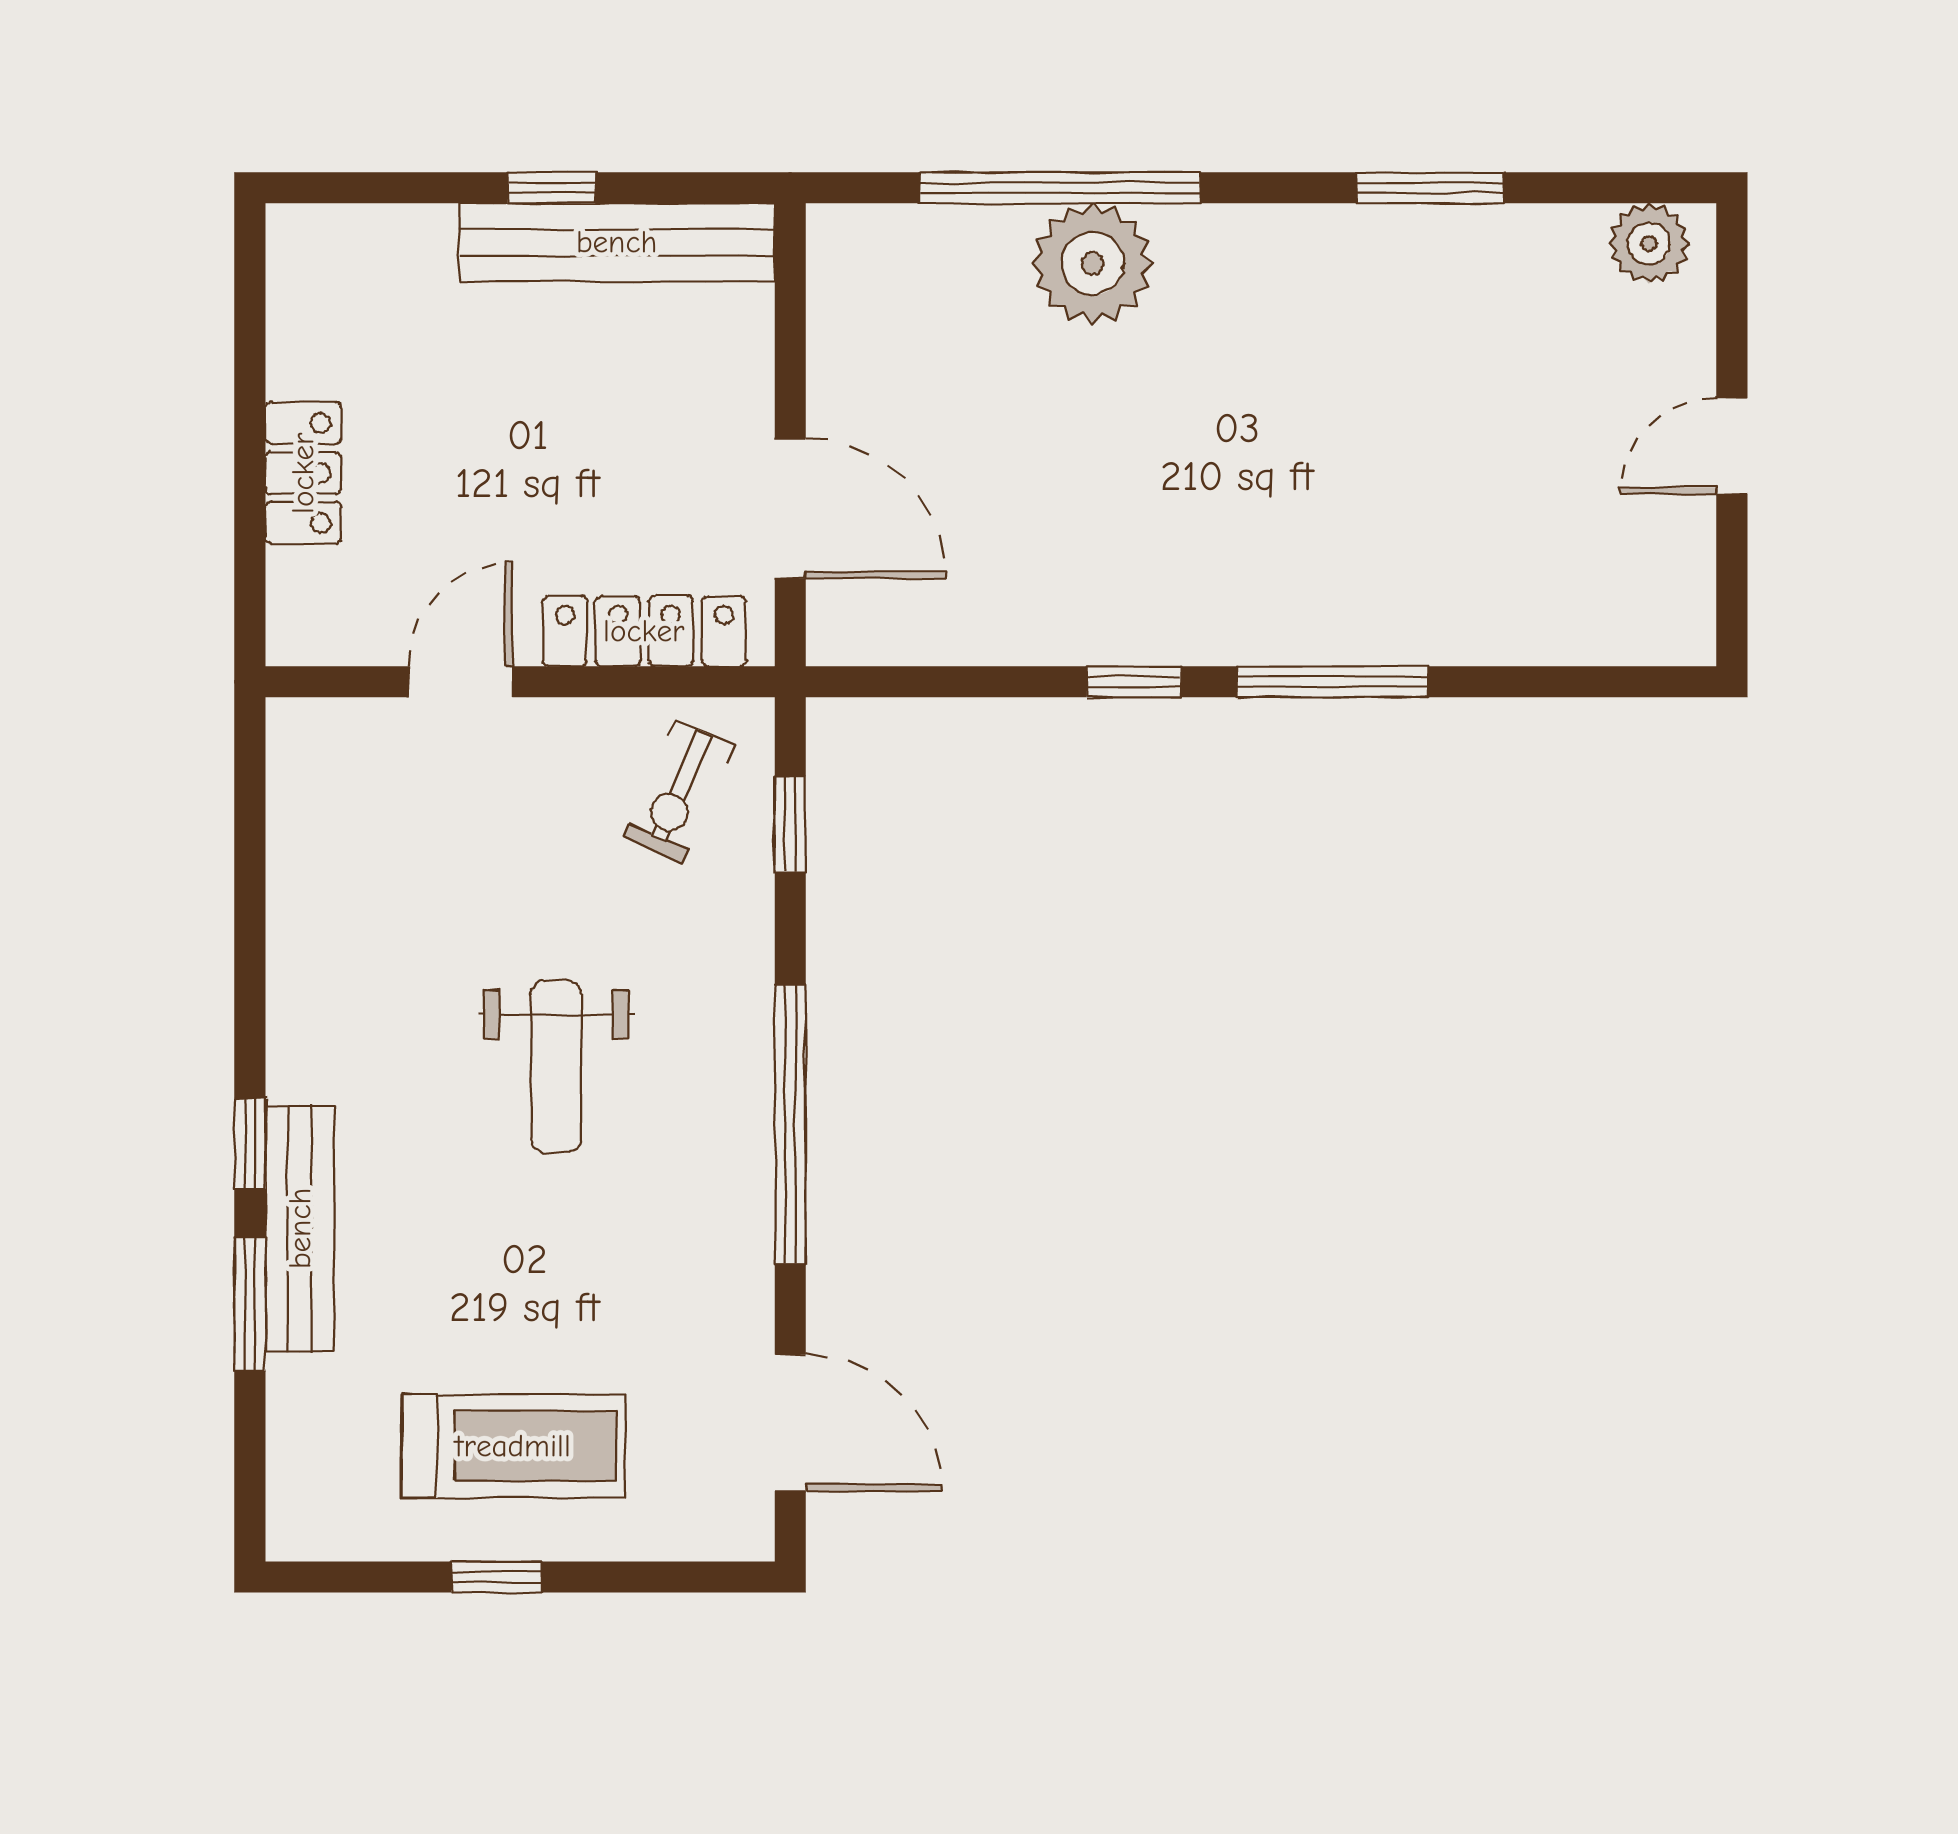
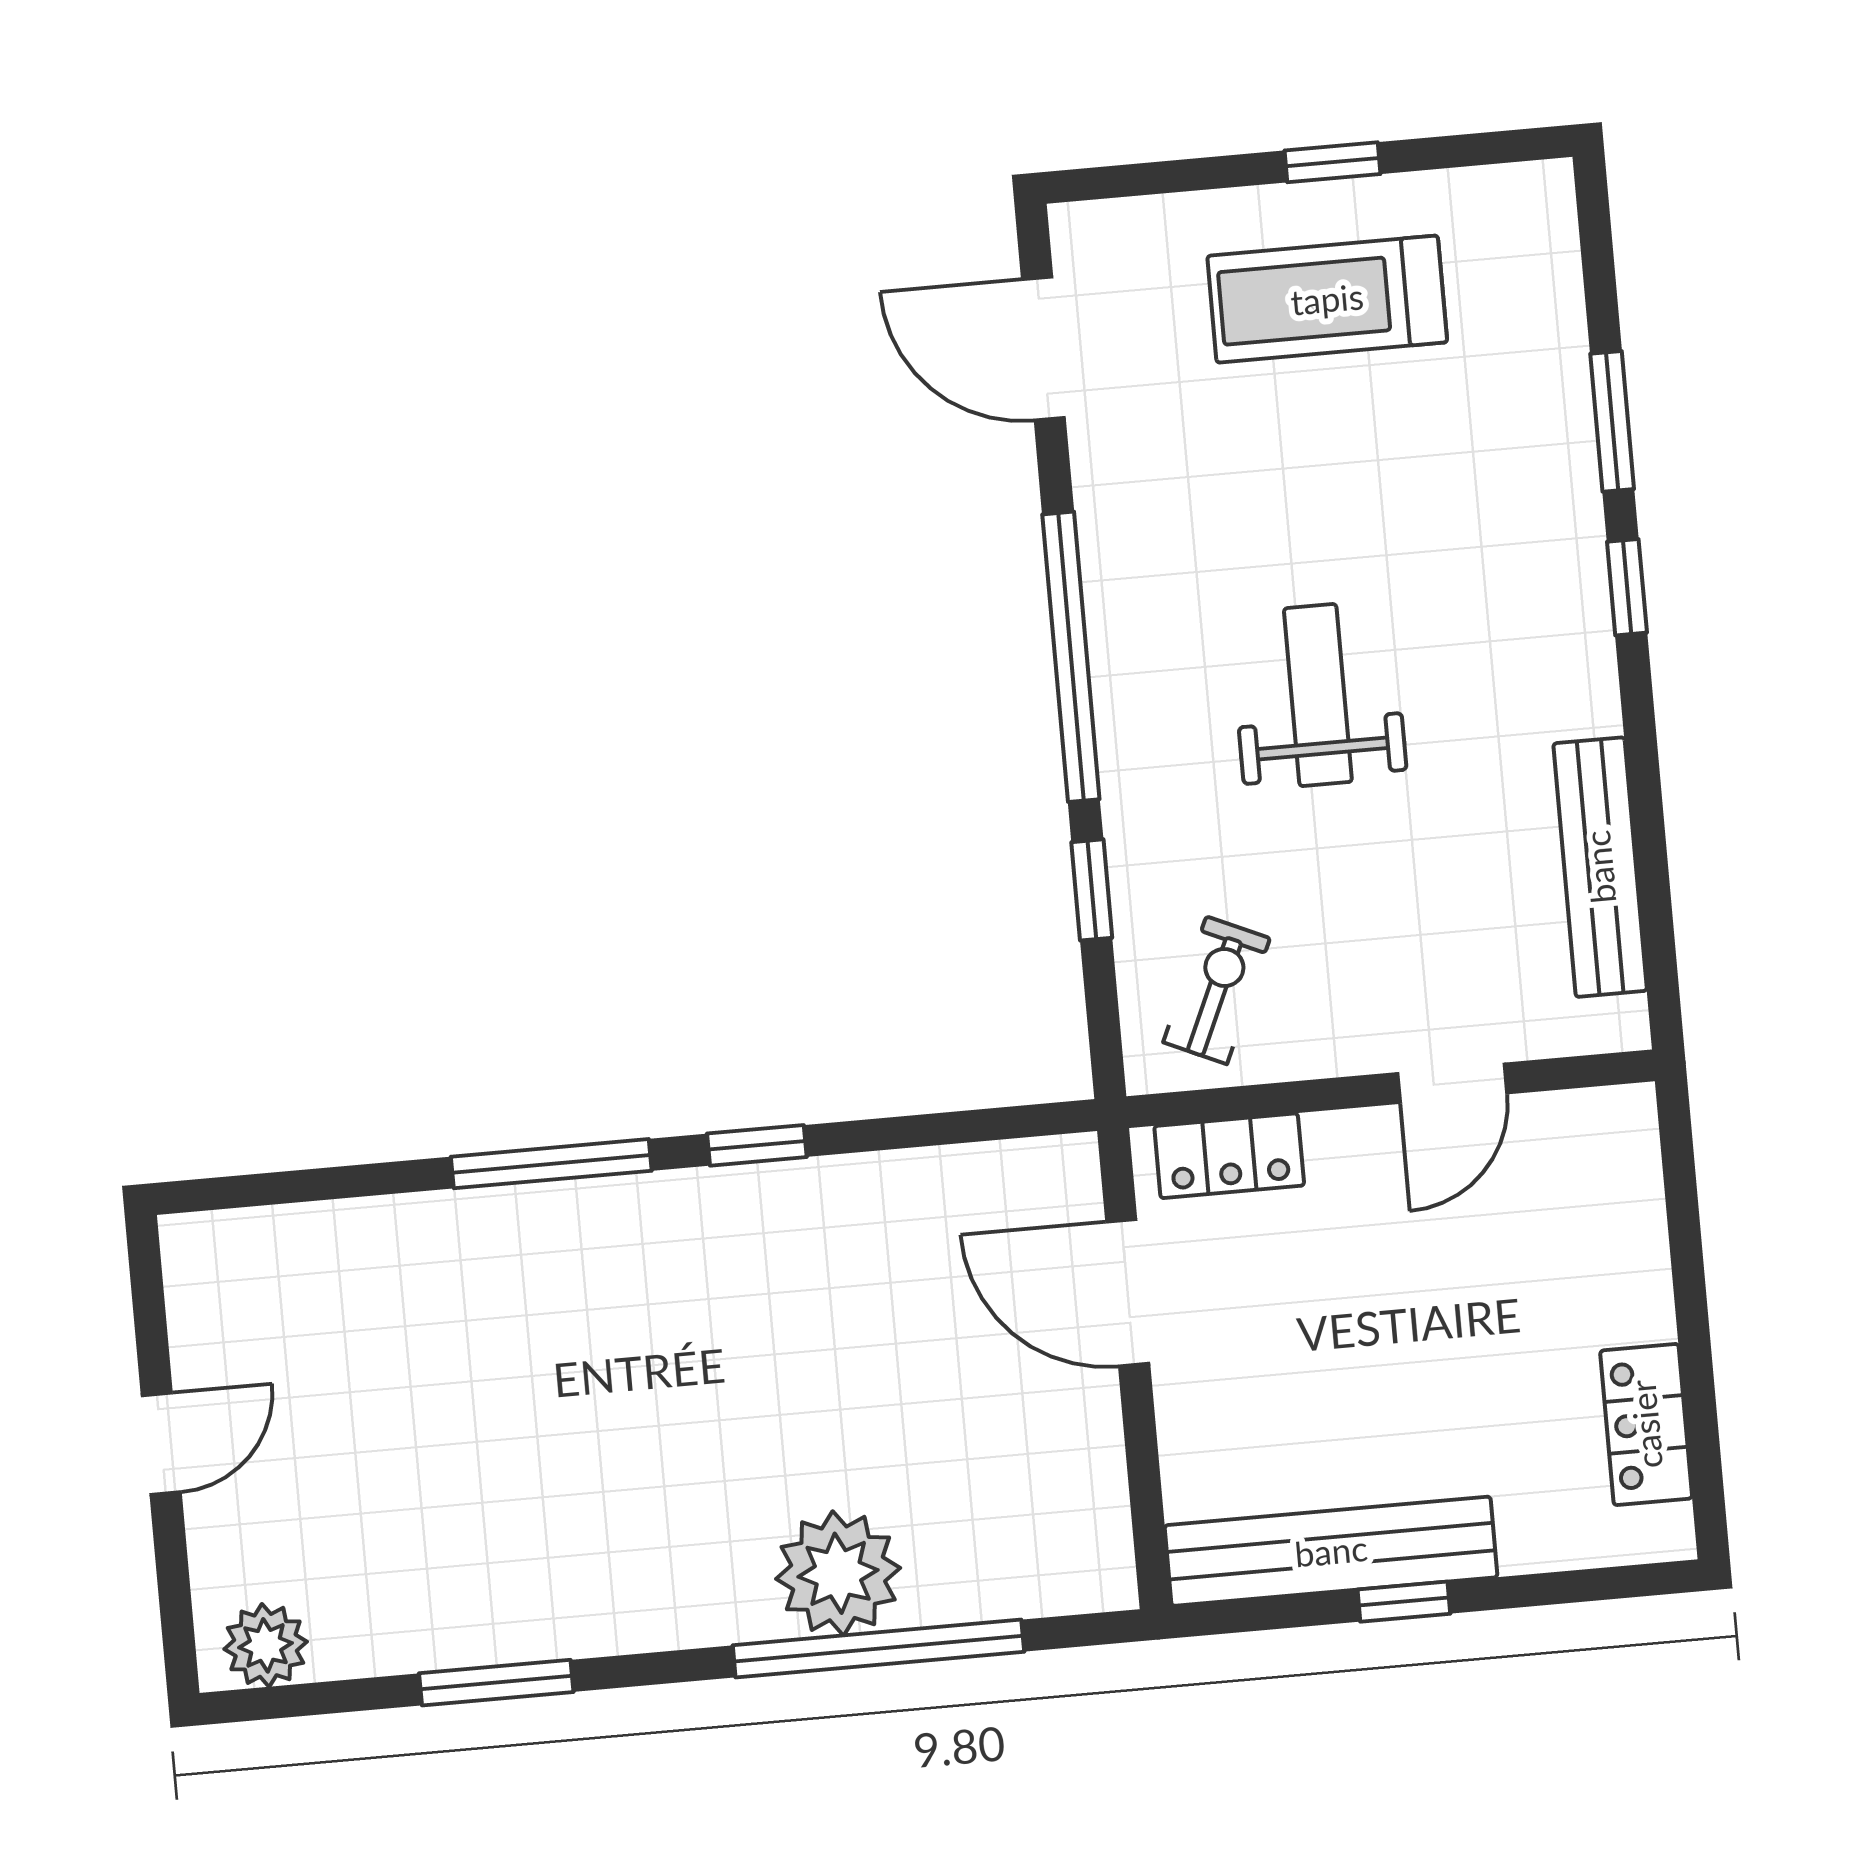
locker: (303, 473) -> (1646, 1424), moved
locker: (644, 631) -> (1229, 1156), width x0.66
window: (790, 824) -> (1092, 890), moved
bench: (300, 1228) -> (1600, 867), moved

